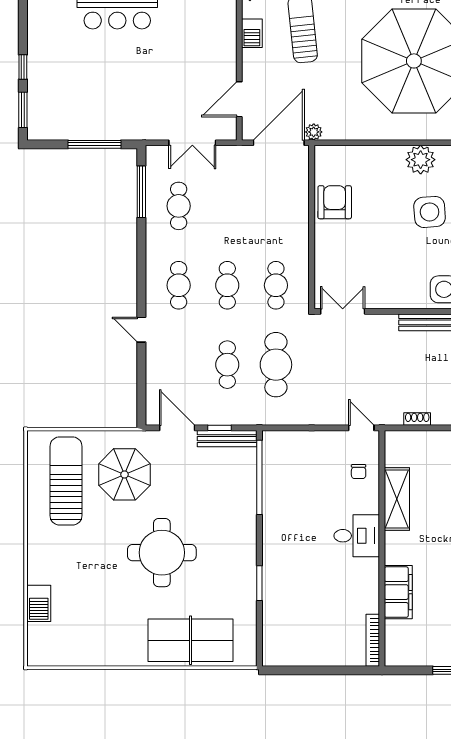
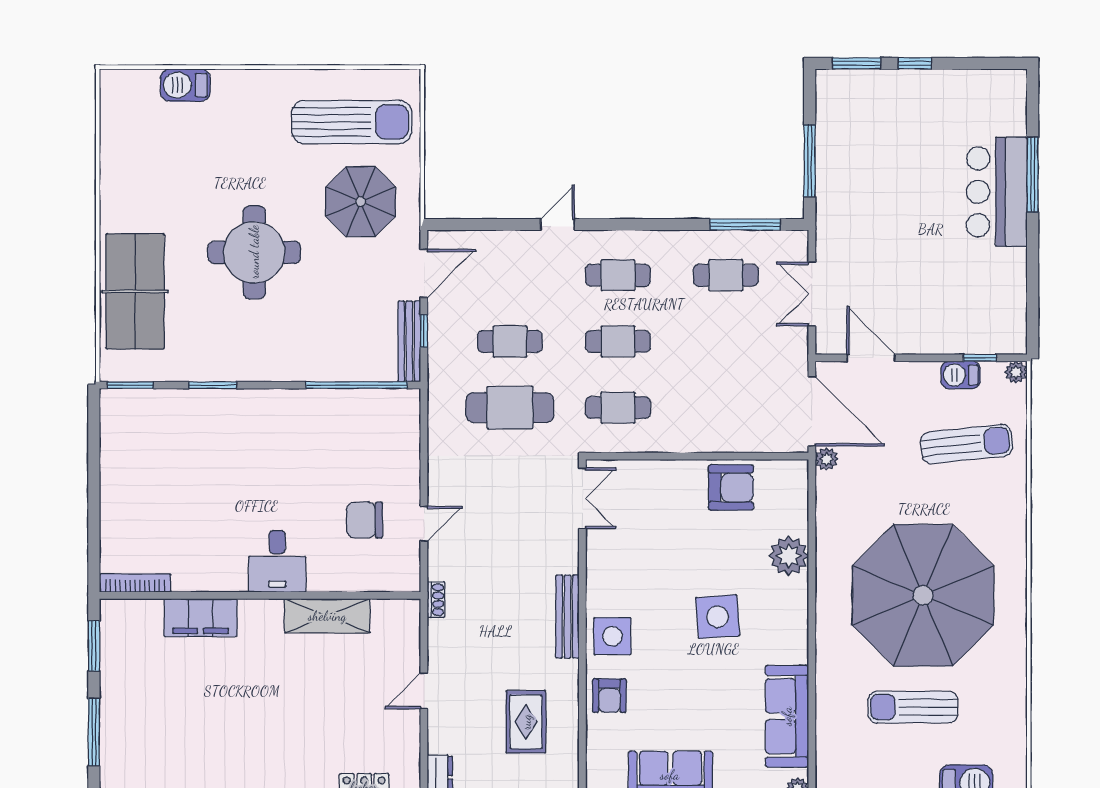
window: (239, 19) -> (980, 358), added
plant: (421, 160) -> (789, 556), moved
chair: (359, 472) -> (364, 520), width x1.87, depth x1.87
shelving: (397, 499) -> (327, 616), moved
desk: (357, 536) -> (277, 561), moved
wall: (382, 548) -> (260, 595), moved
filing cabinet: (398, 592) -> (201, 618), moved
bookcase: (373, 640) -> (135, 583), moved
window: (259, 644) -> (130, 385), added

